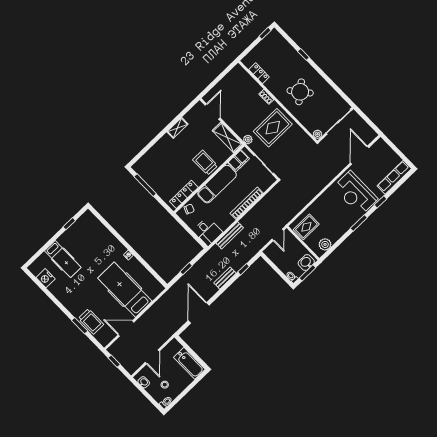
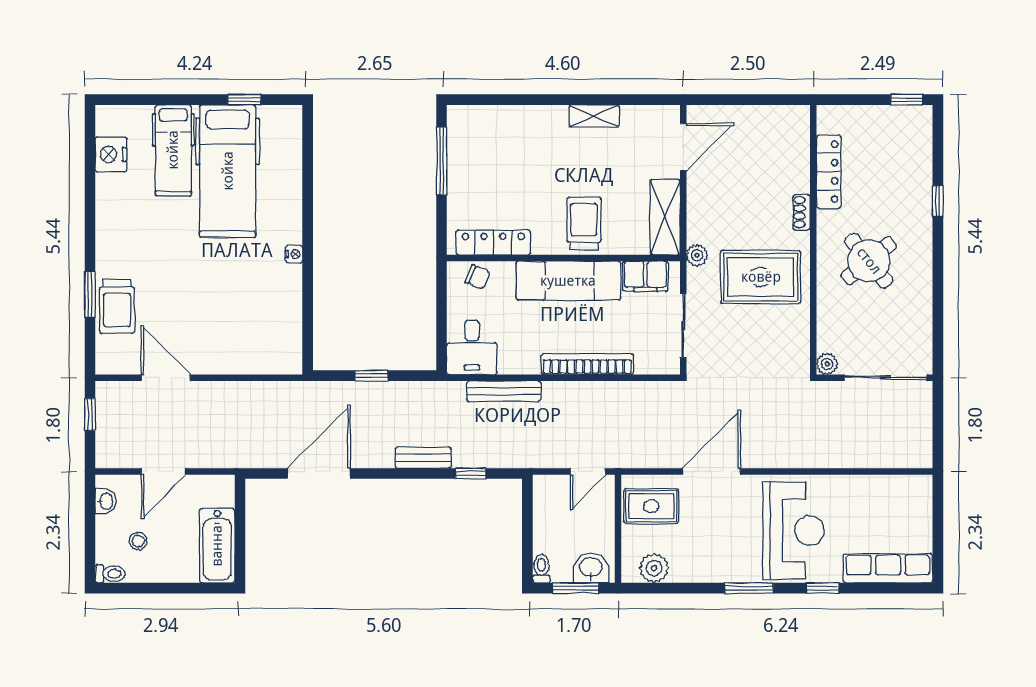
locker: (259, 73) -> (829, 172), width x1.53
door: (360, 155) -> (712, 471), moved
reception desk: (355, 193) -> (793, 531), turned 180
hospital bed: (125, 290) -> (228, 171), moved, turned 180

